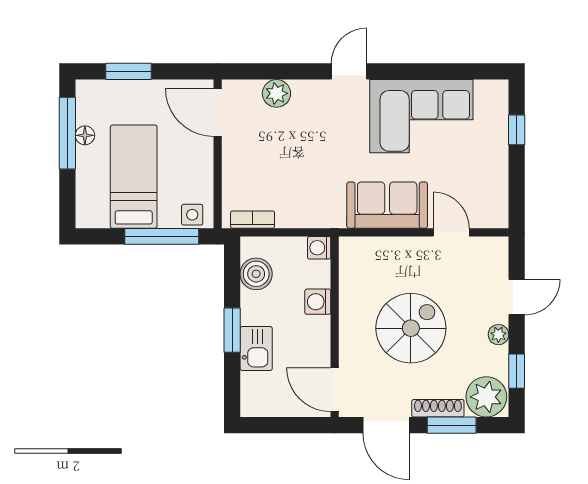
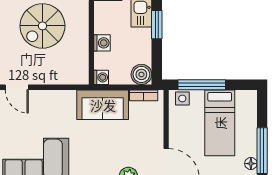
floor lamp: (85, 135) -> (251, 164), moved
sofa: (387, 205) -> (103, 105), moved
boiler: (256, 274) -> (141, 74), moved

